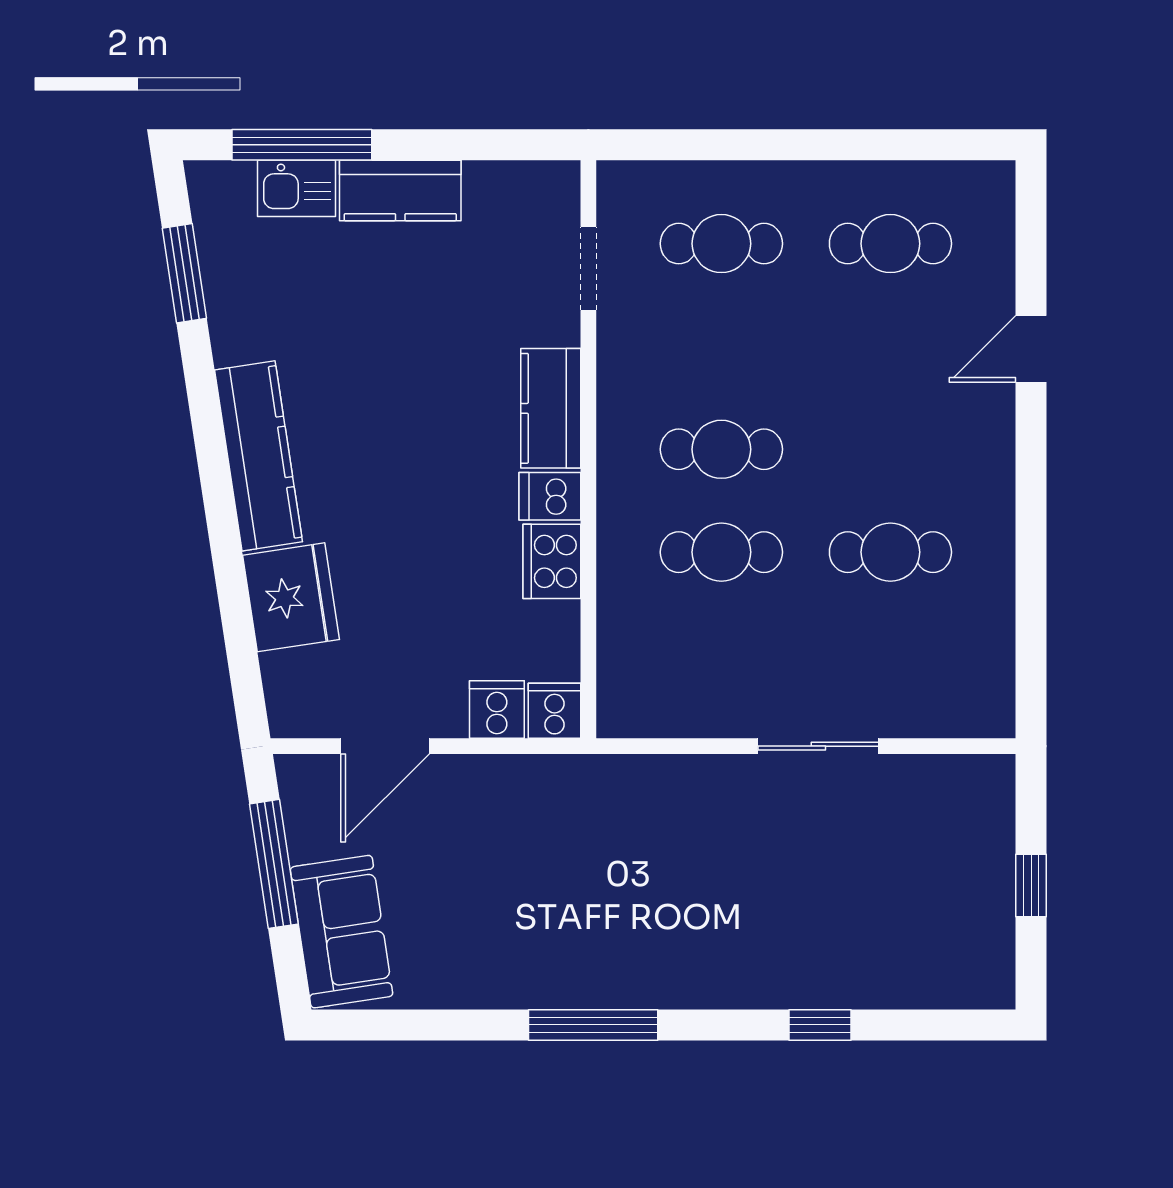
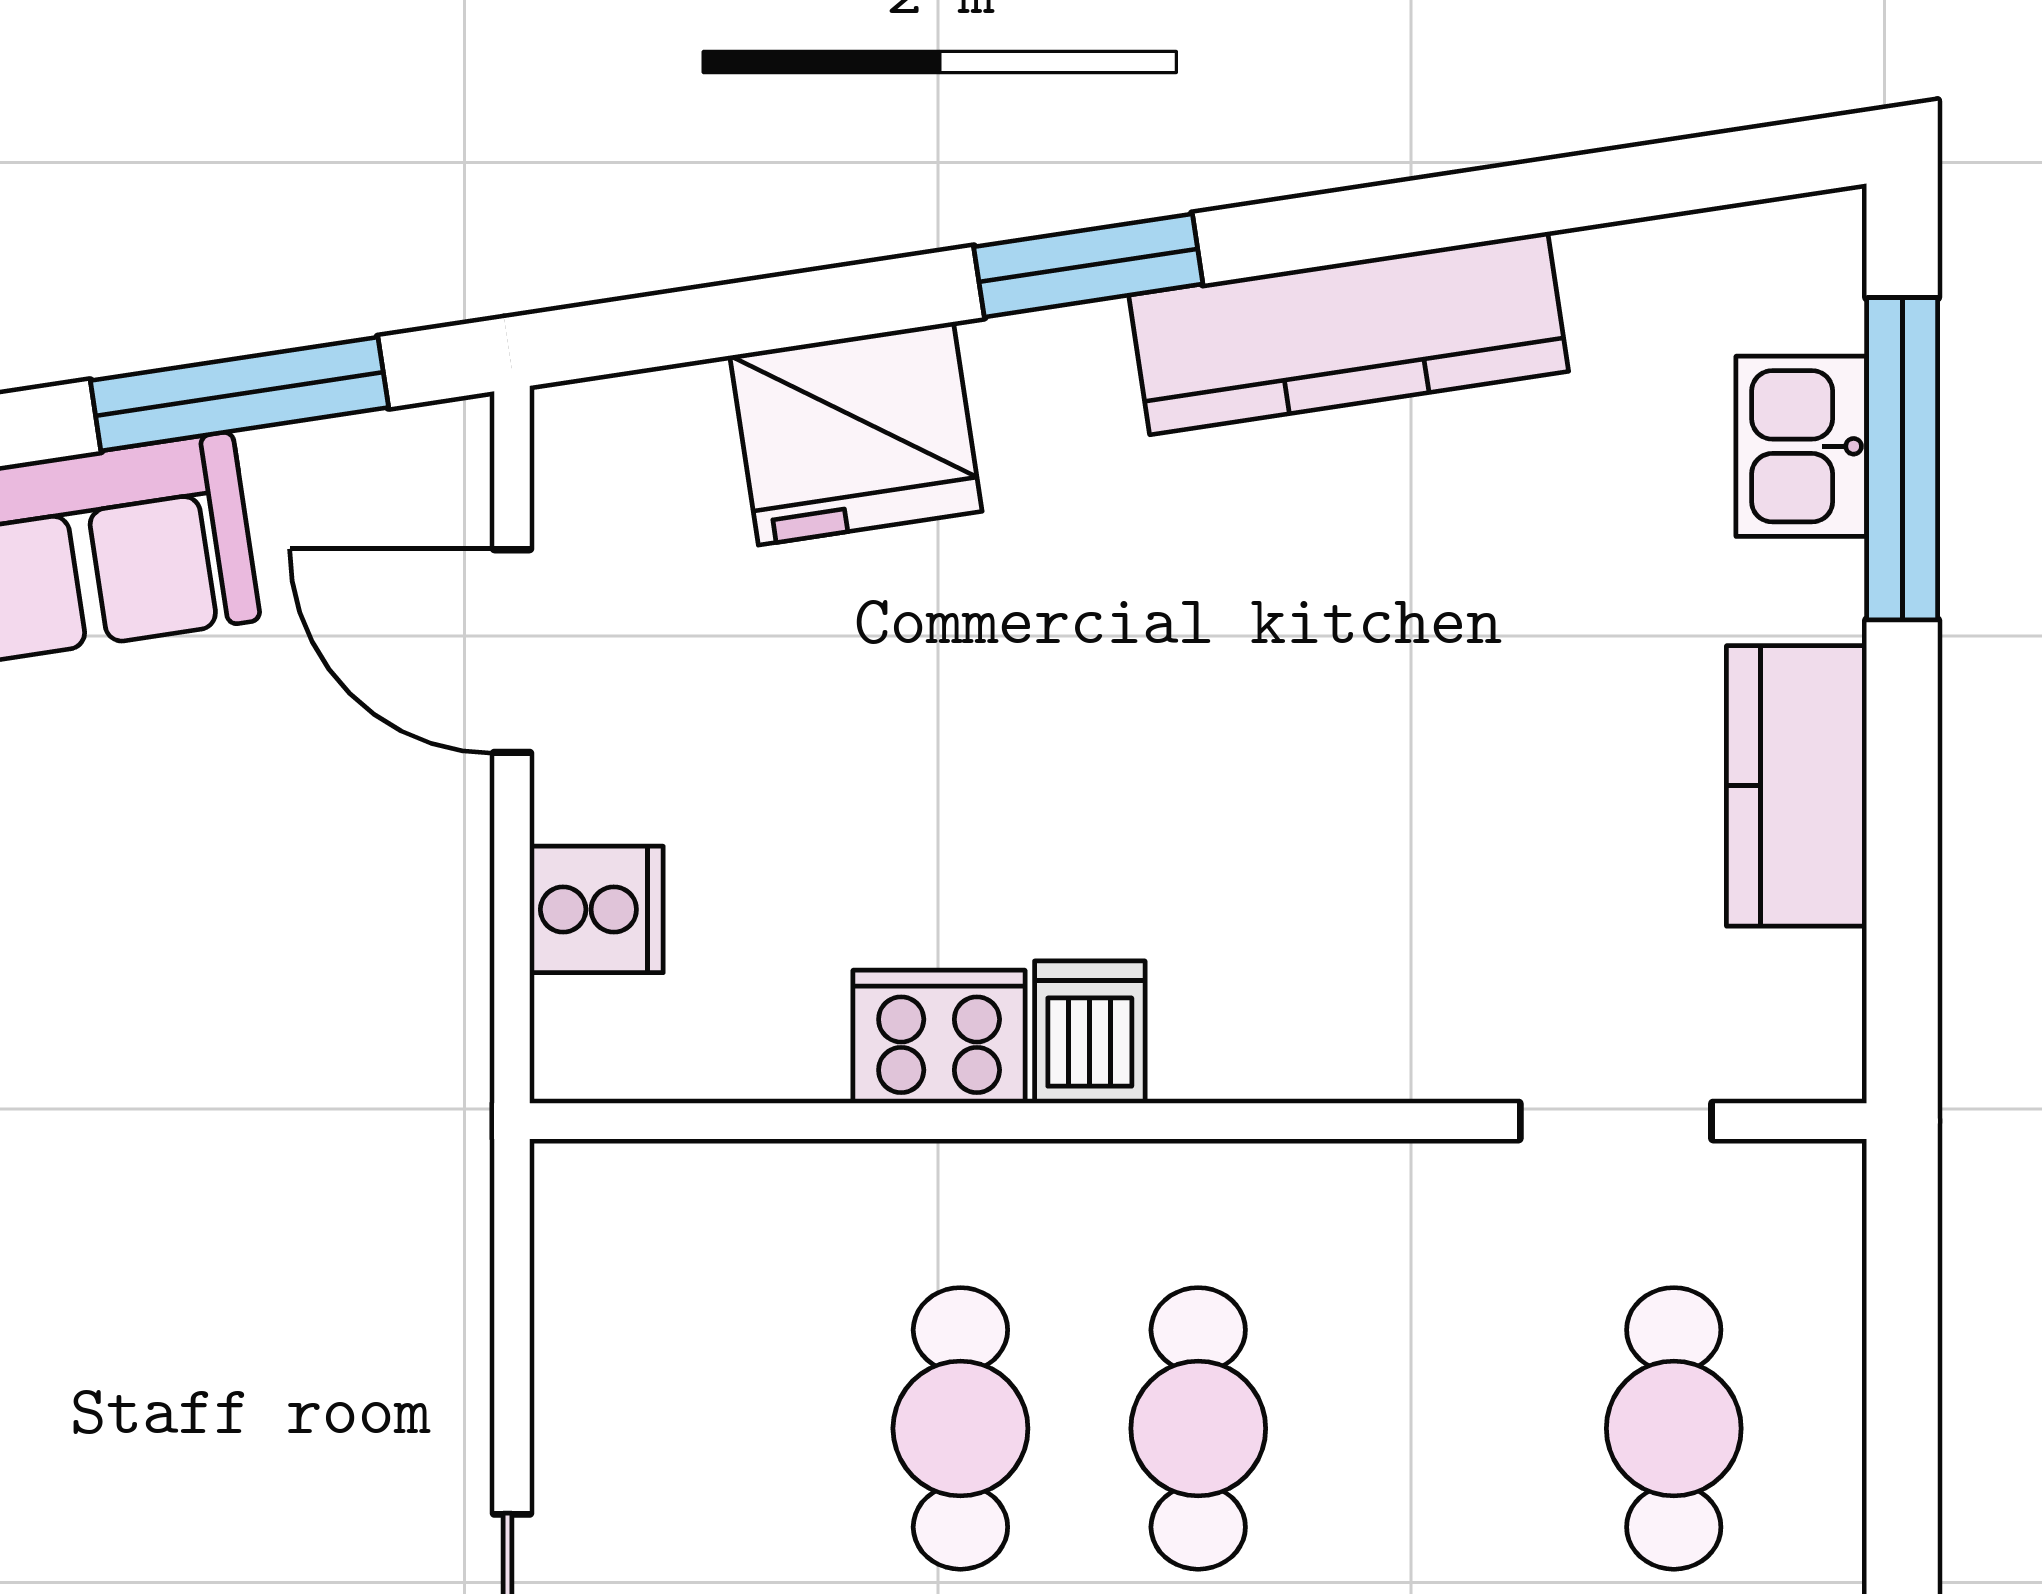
kitchen counter: (400, 190) -> (1797, 786), moved
window: (184, 273) -> (1088, 265), moved
kitchen counter: (551, 408) -> (1293, 1034), removed
kitchen counter: (258, 456) -> (1349, 333), moved
cooker: (555, 711) -> (594, 1043), removed

